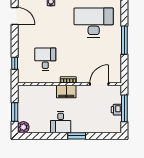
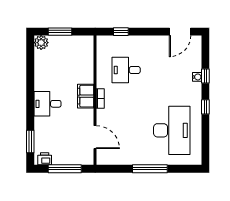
desk: (45, 59) -> (126, 70), turned 180
printer: (116, 110) -> (45, 159), moved
desk: (61, 122) -> (47, 104), moved
window: (77, 136) -> (30, 141), moved

